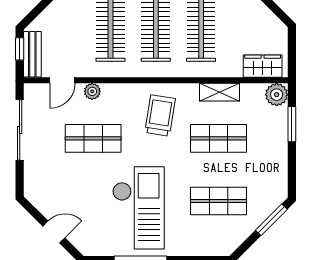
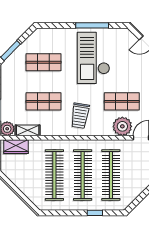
plant: (92, 91) -> (122, 126), width x1.87, depth x1.87
shelving: (220, 92) -> (28, 130), moved

